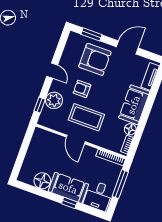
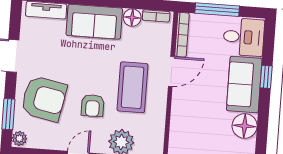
plant: (74, 37) -> (19, 138), added
armchair: (95, 59) -> (44, 99), turned 101
door: (76, 139) -> (171, 71), moved

